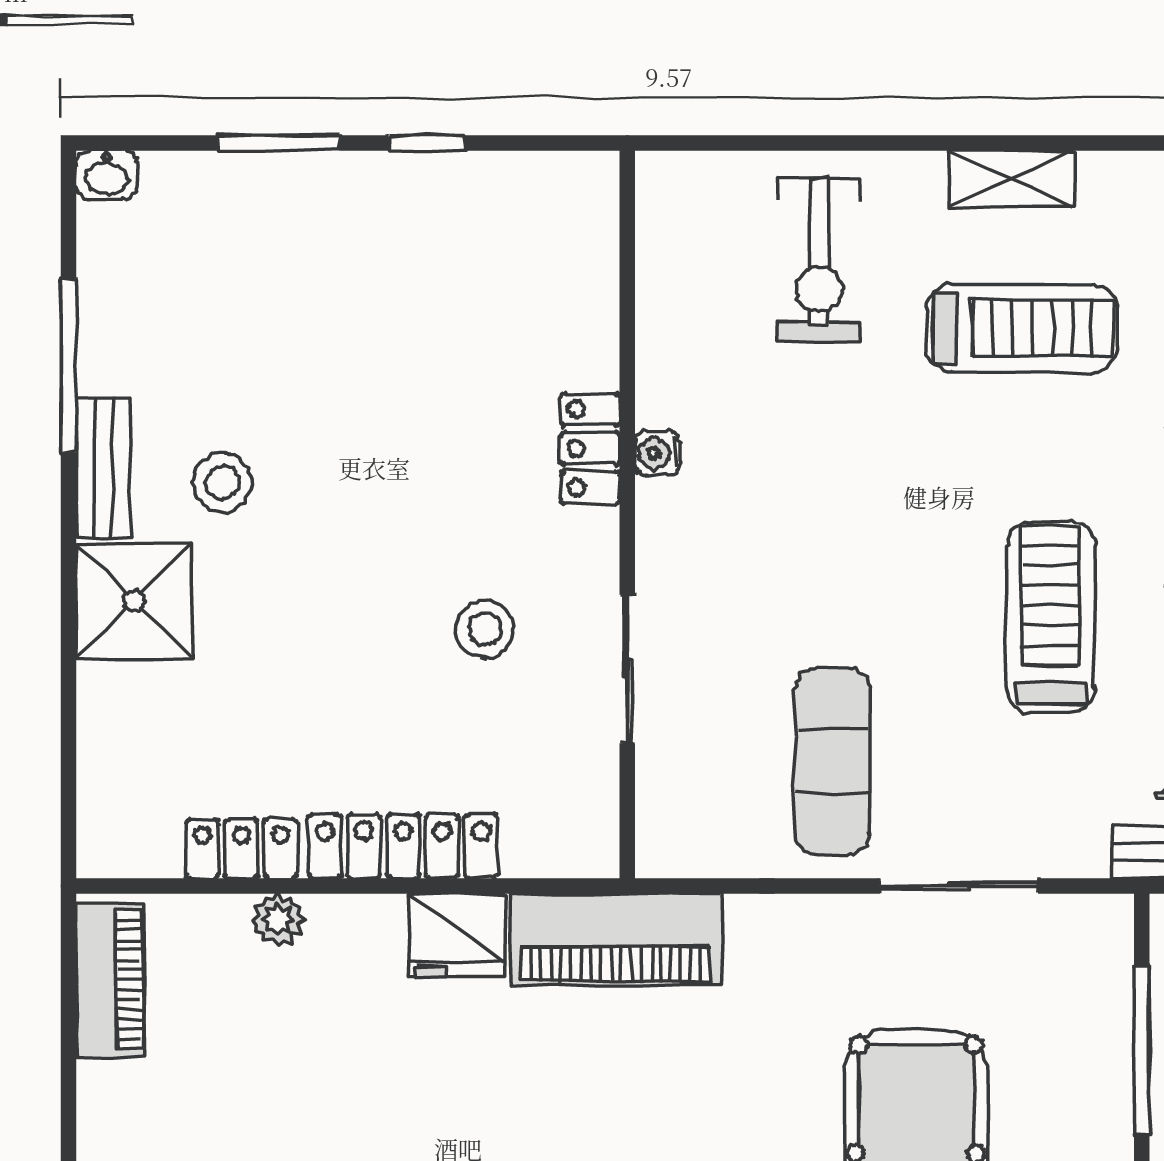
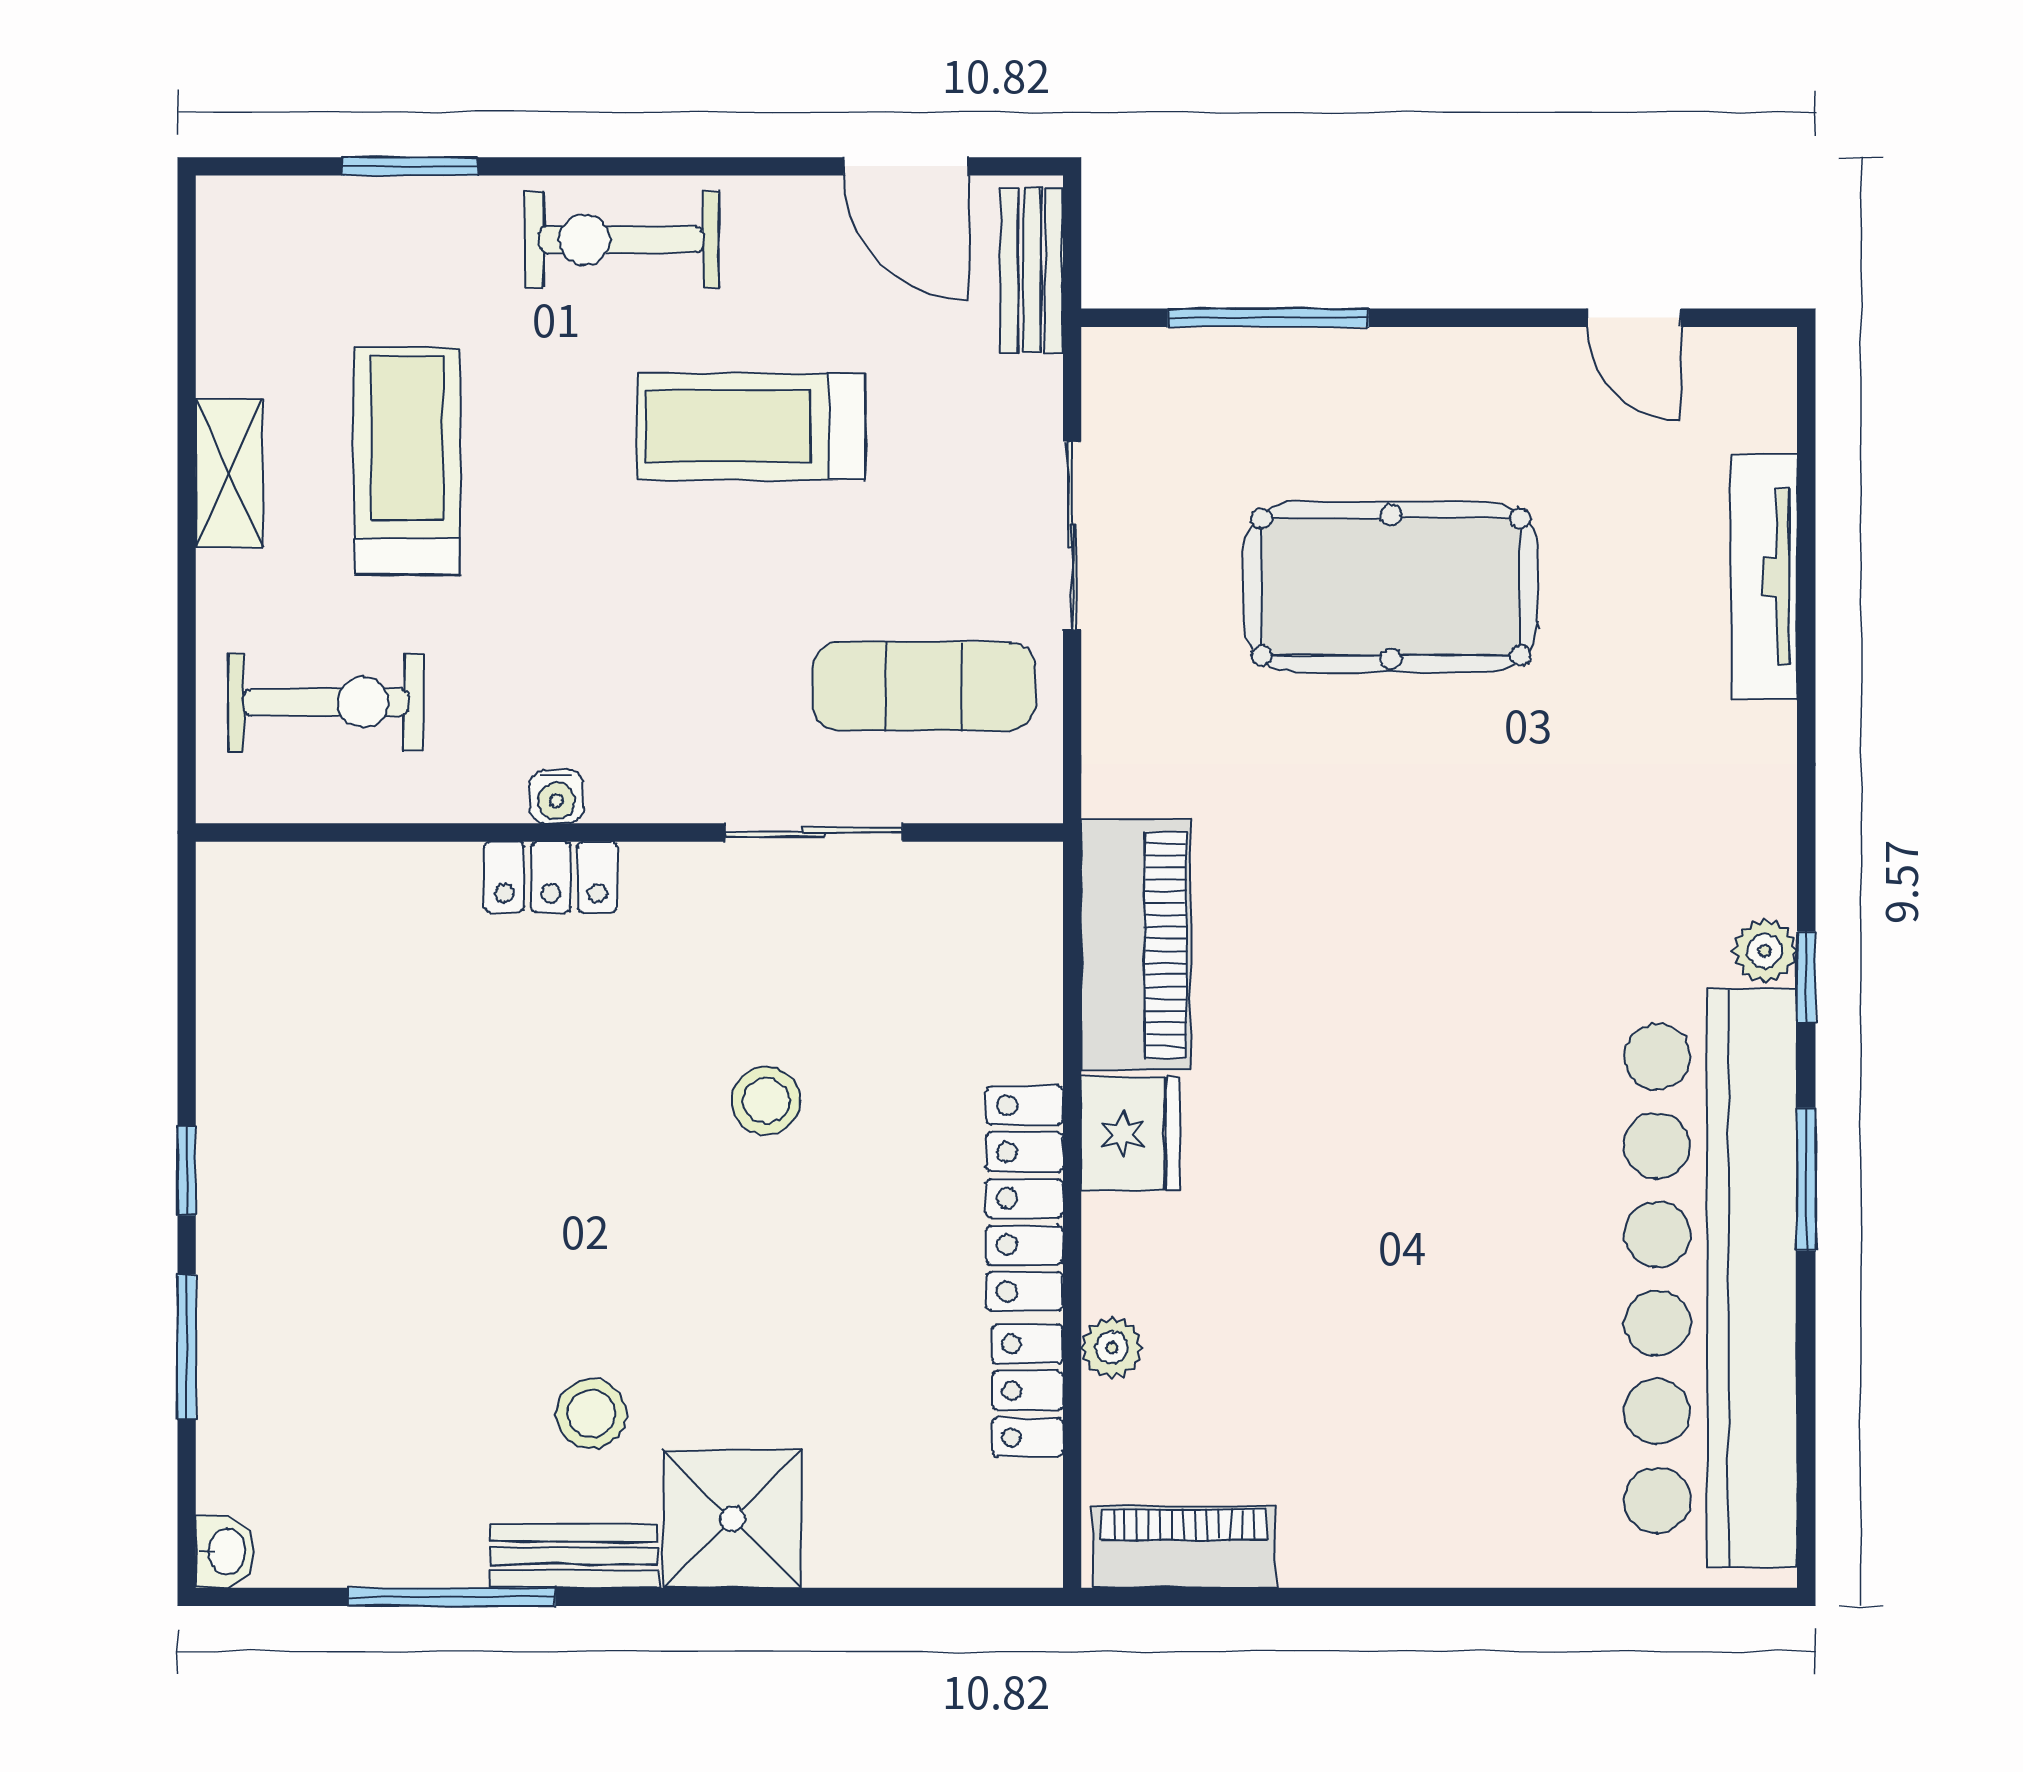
locker: (590, 449) -> (551, 877), moved
water cooler: (657, 453) -> (556, 797), moved
wall: (627, 514) -> (629, 832), moved
sliding door: (627, 669) -> (814, 832), moved

